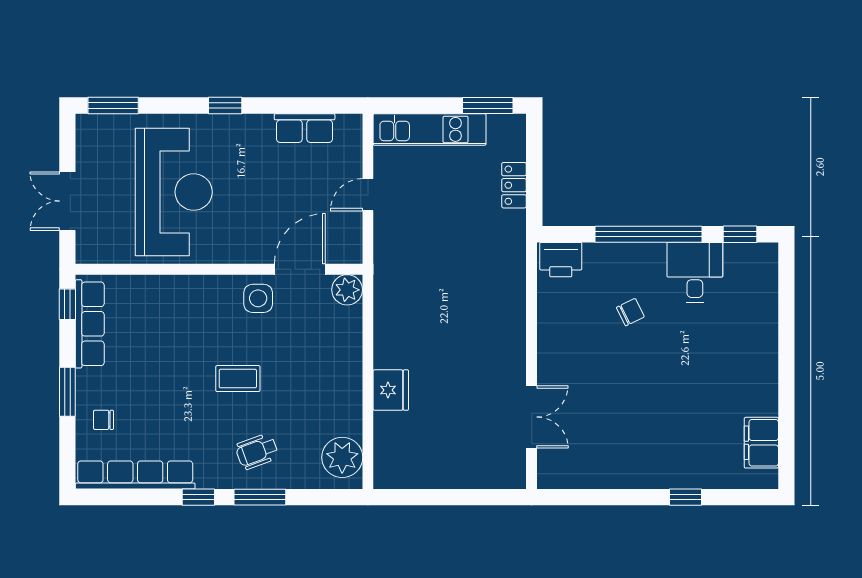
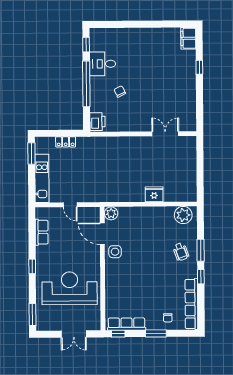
coffee table: (238, 379) -> (150, 260), removed
filing cabinet: (761, 443) -> (188, 38), moved, turned 90

